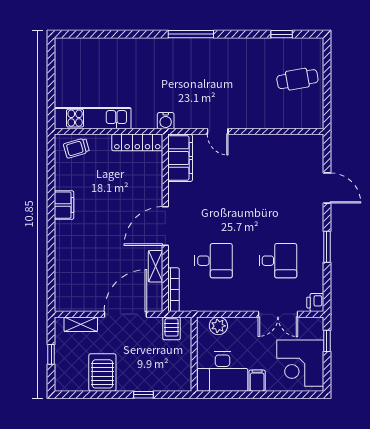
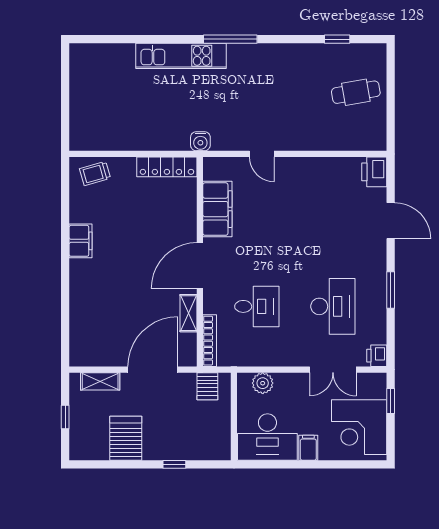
kitchen unit: (93, 118) -> (181, 56), moved, turned 180
printer: (313, 147) -> (374, 172), added
filing cabinet: (180, 158) -> (217, 209), moved
desk: (278, 261) -> (333, 306), width x1.37

